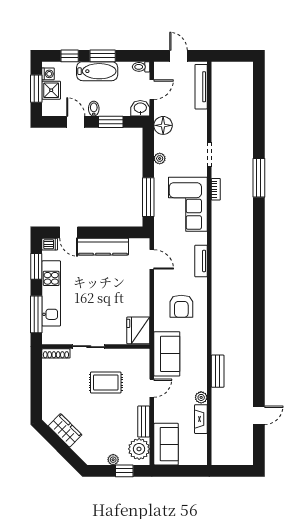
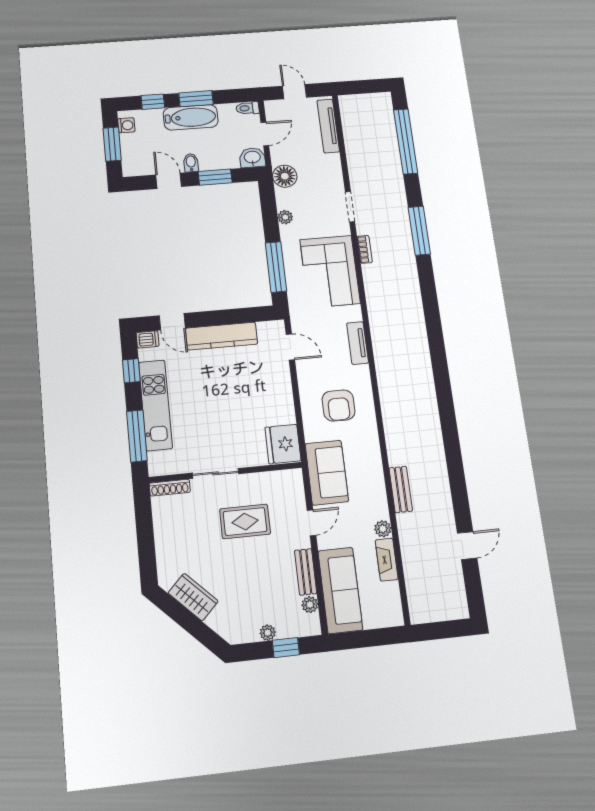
shower: (51, 90) -> (132, 145), removed
window: (259, 104) -> (406, 141), added
window: (36, 266) -> (131, 371), width x0.67
sofa: (166, 444) -> (340, 590), width x1.36
plant: (139, 449) -> (310, 605), width x0.53, depth x0.53

